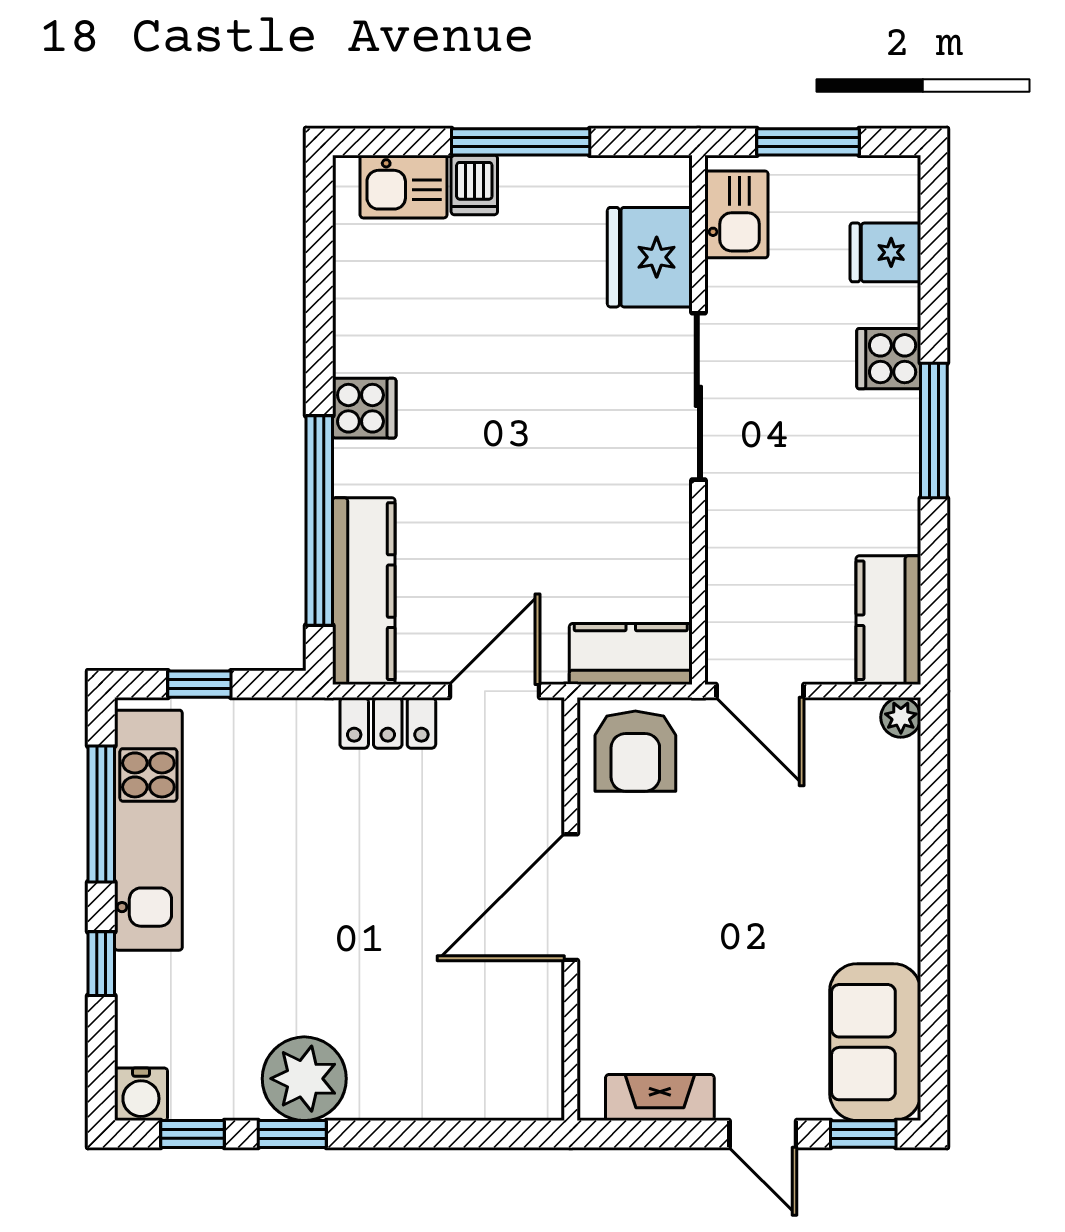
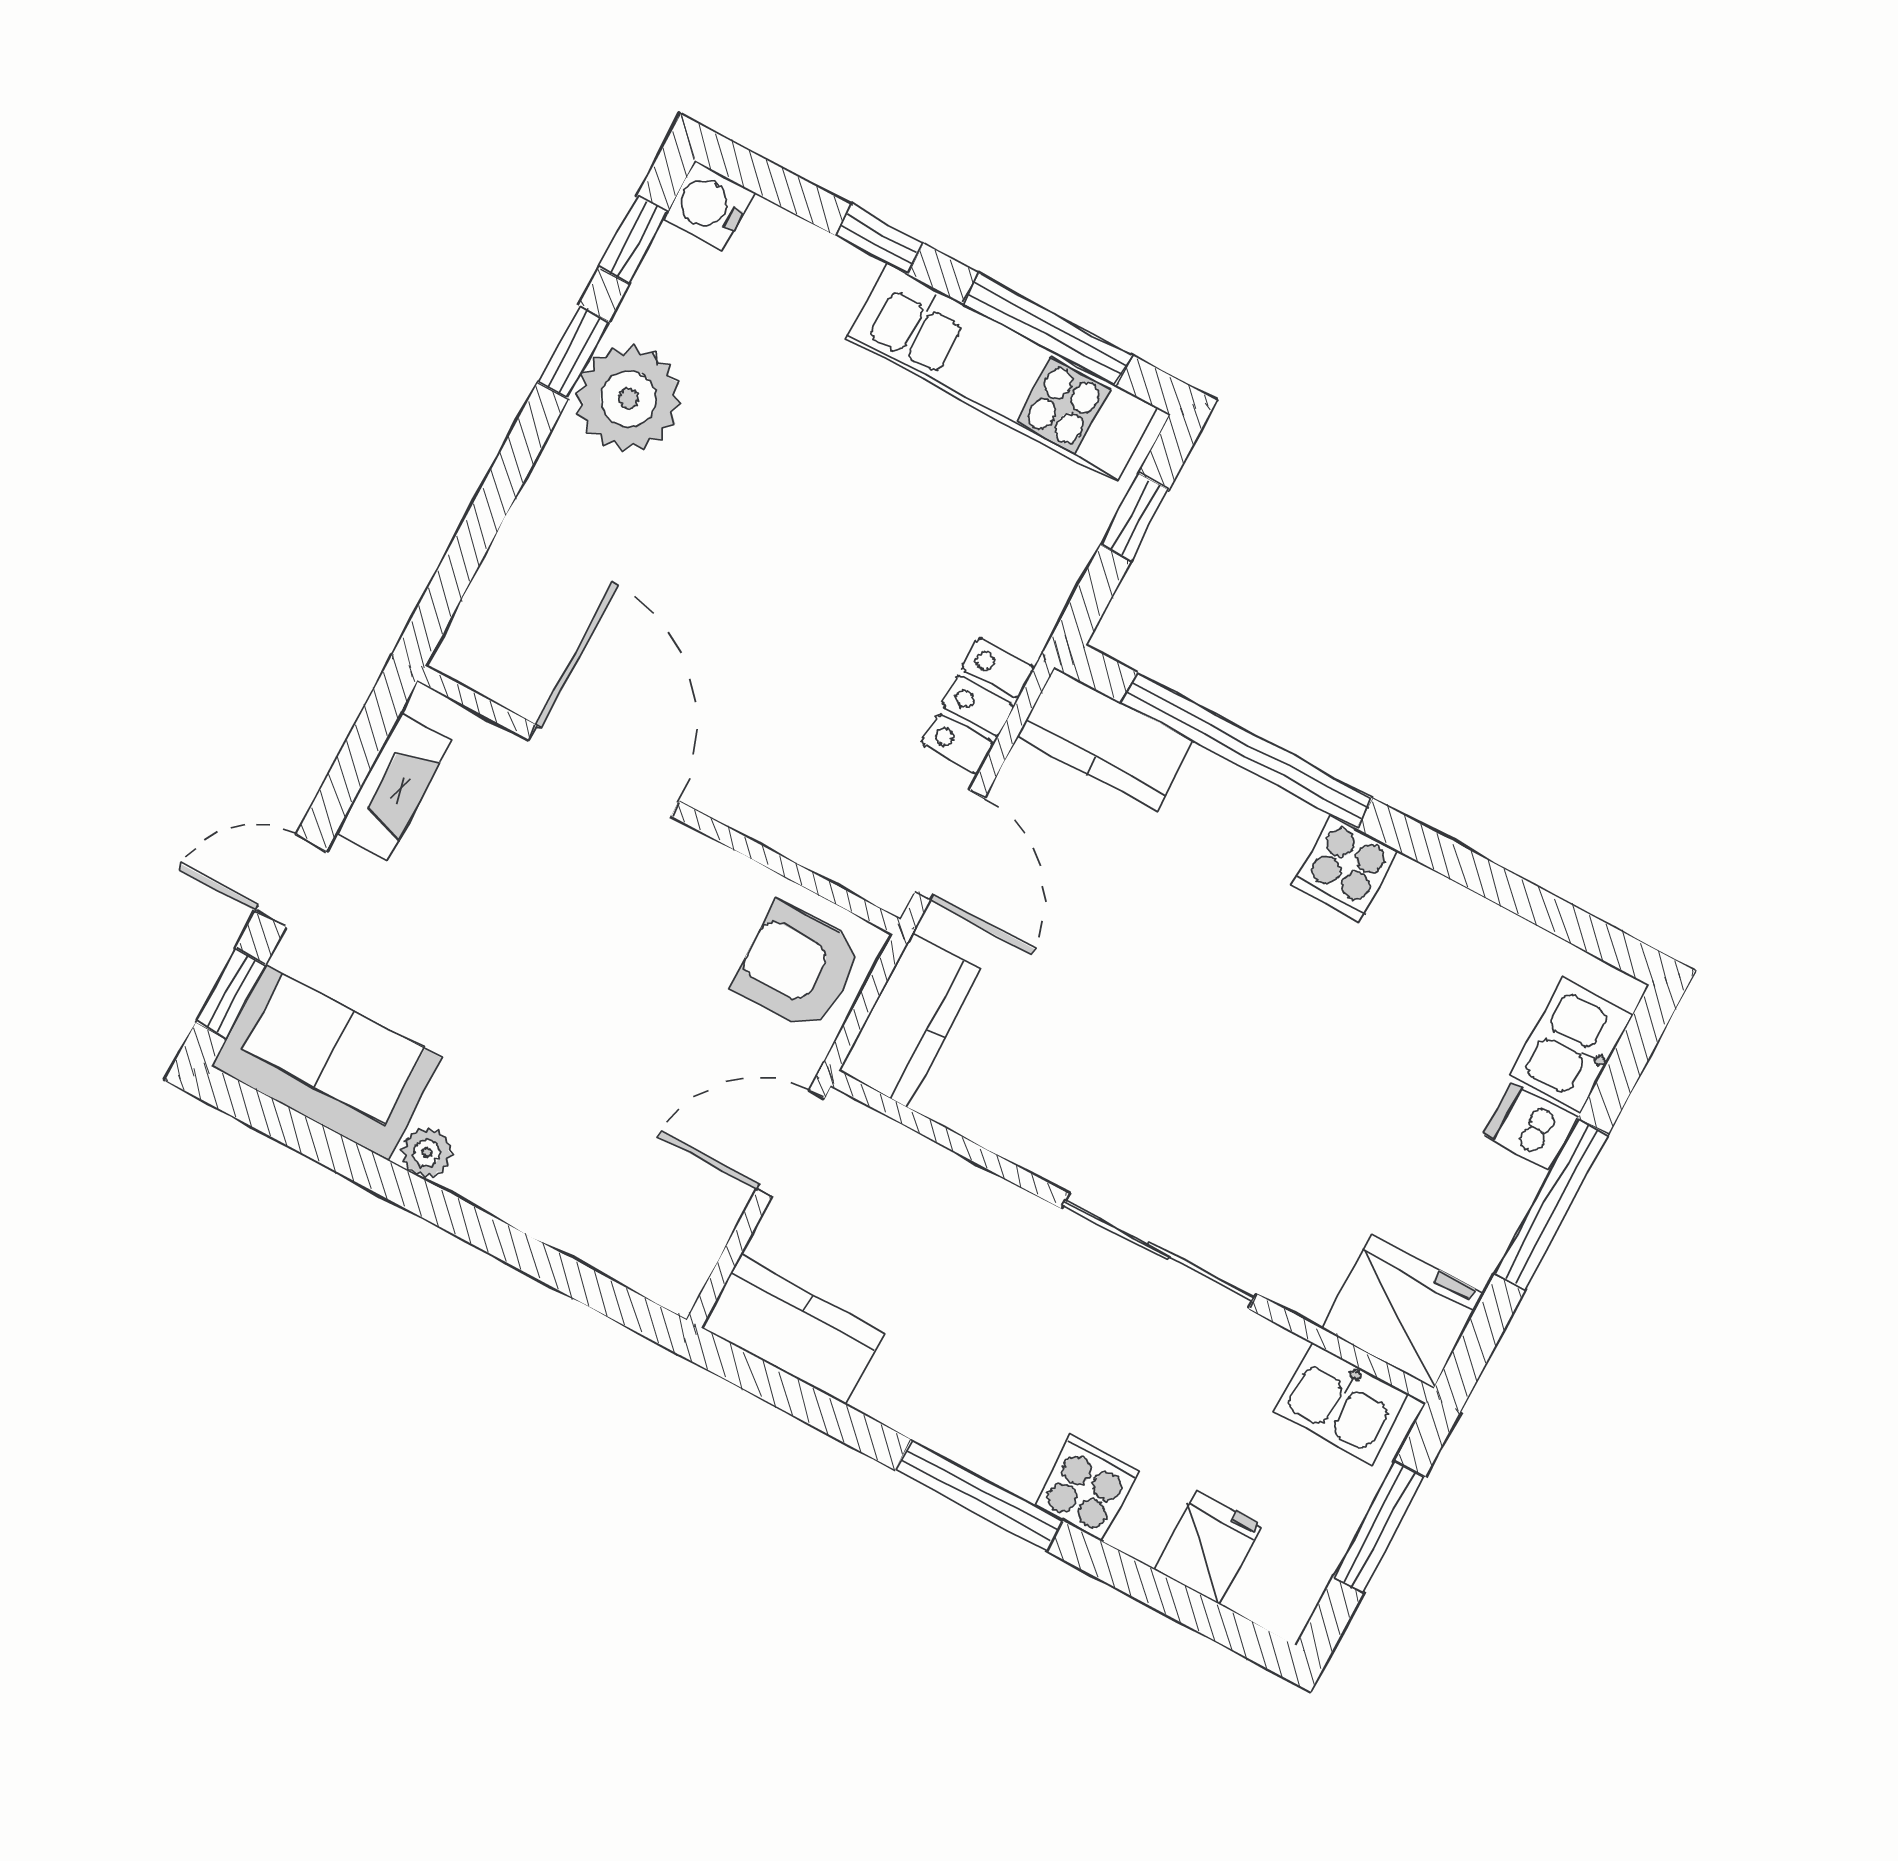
fridge: (650, 257) -> (1403, 1311), moved
kitchen counter: (364, 591) -> (1106, 739), width x0.67
plant: (901, 717) -> (427, 1153), moved
door: (571, 897) -> (604, 770), moved

